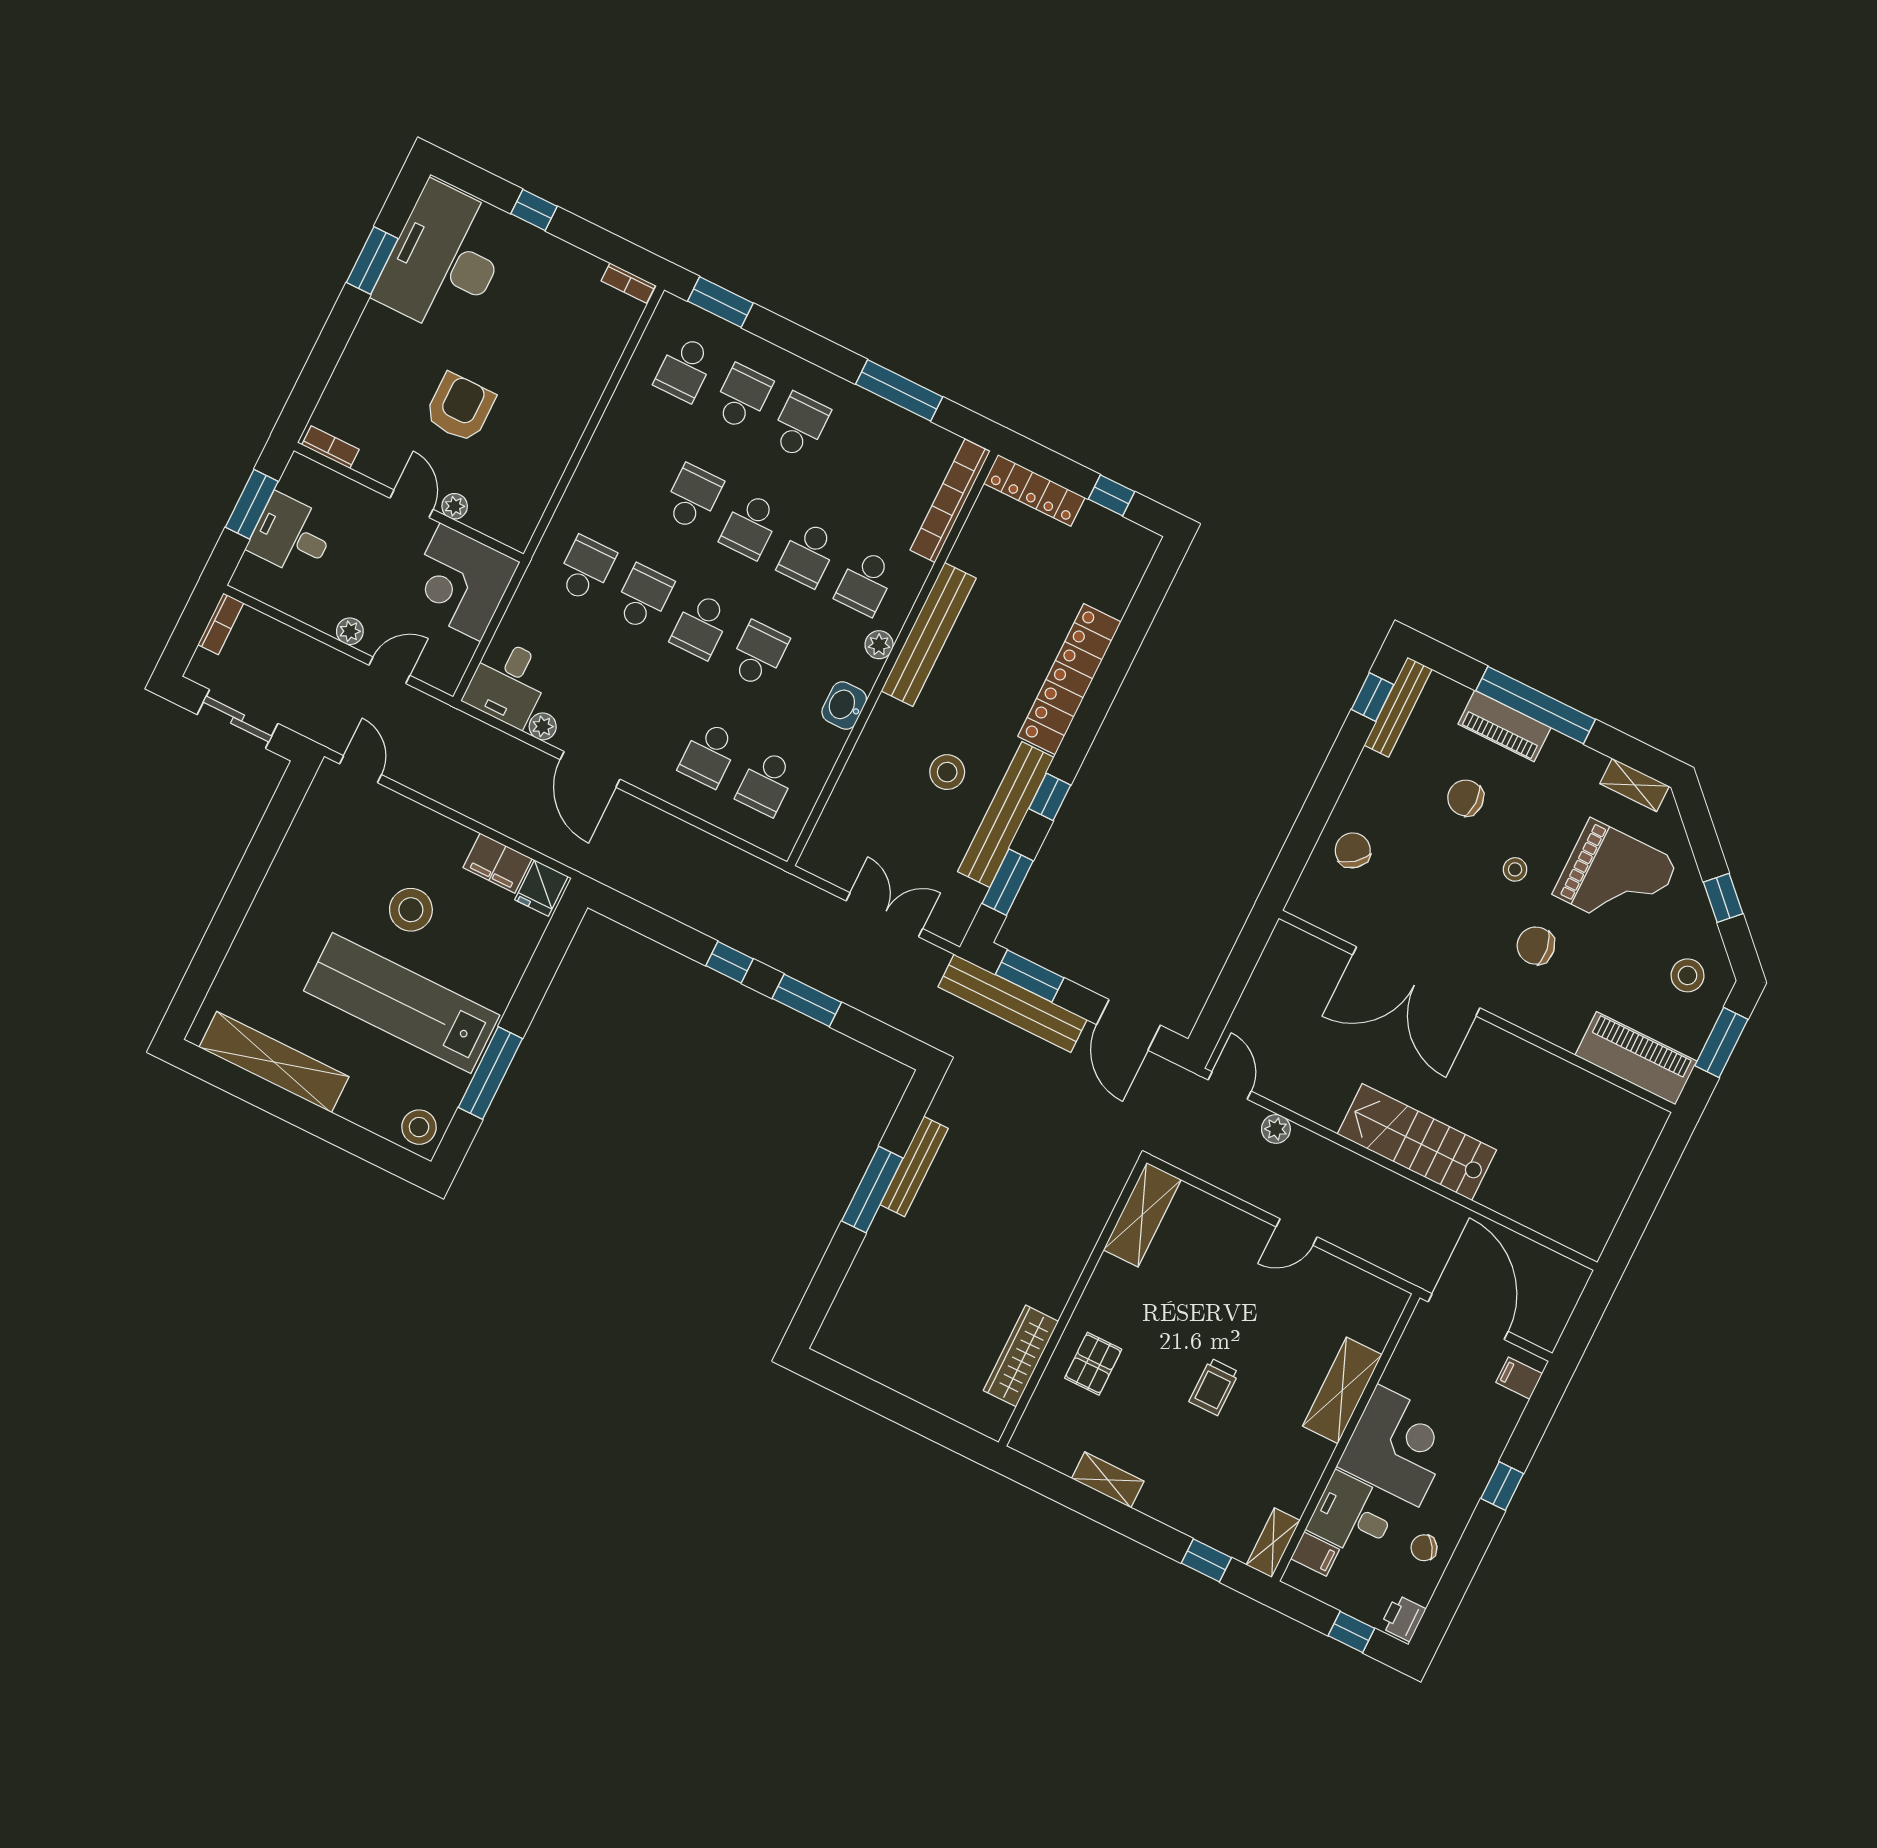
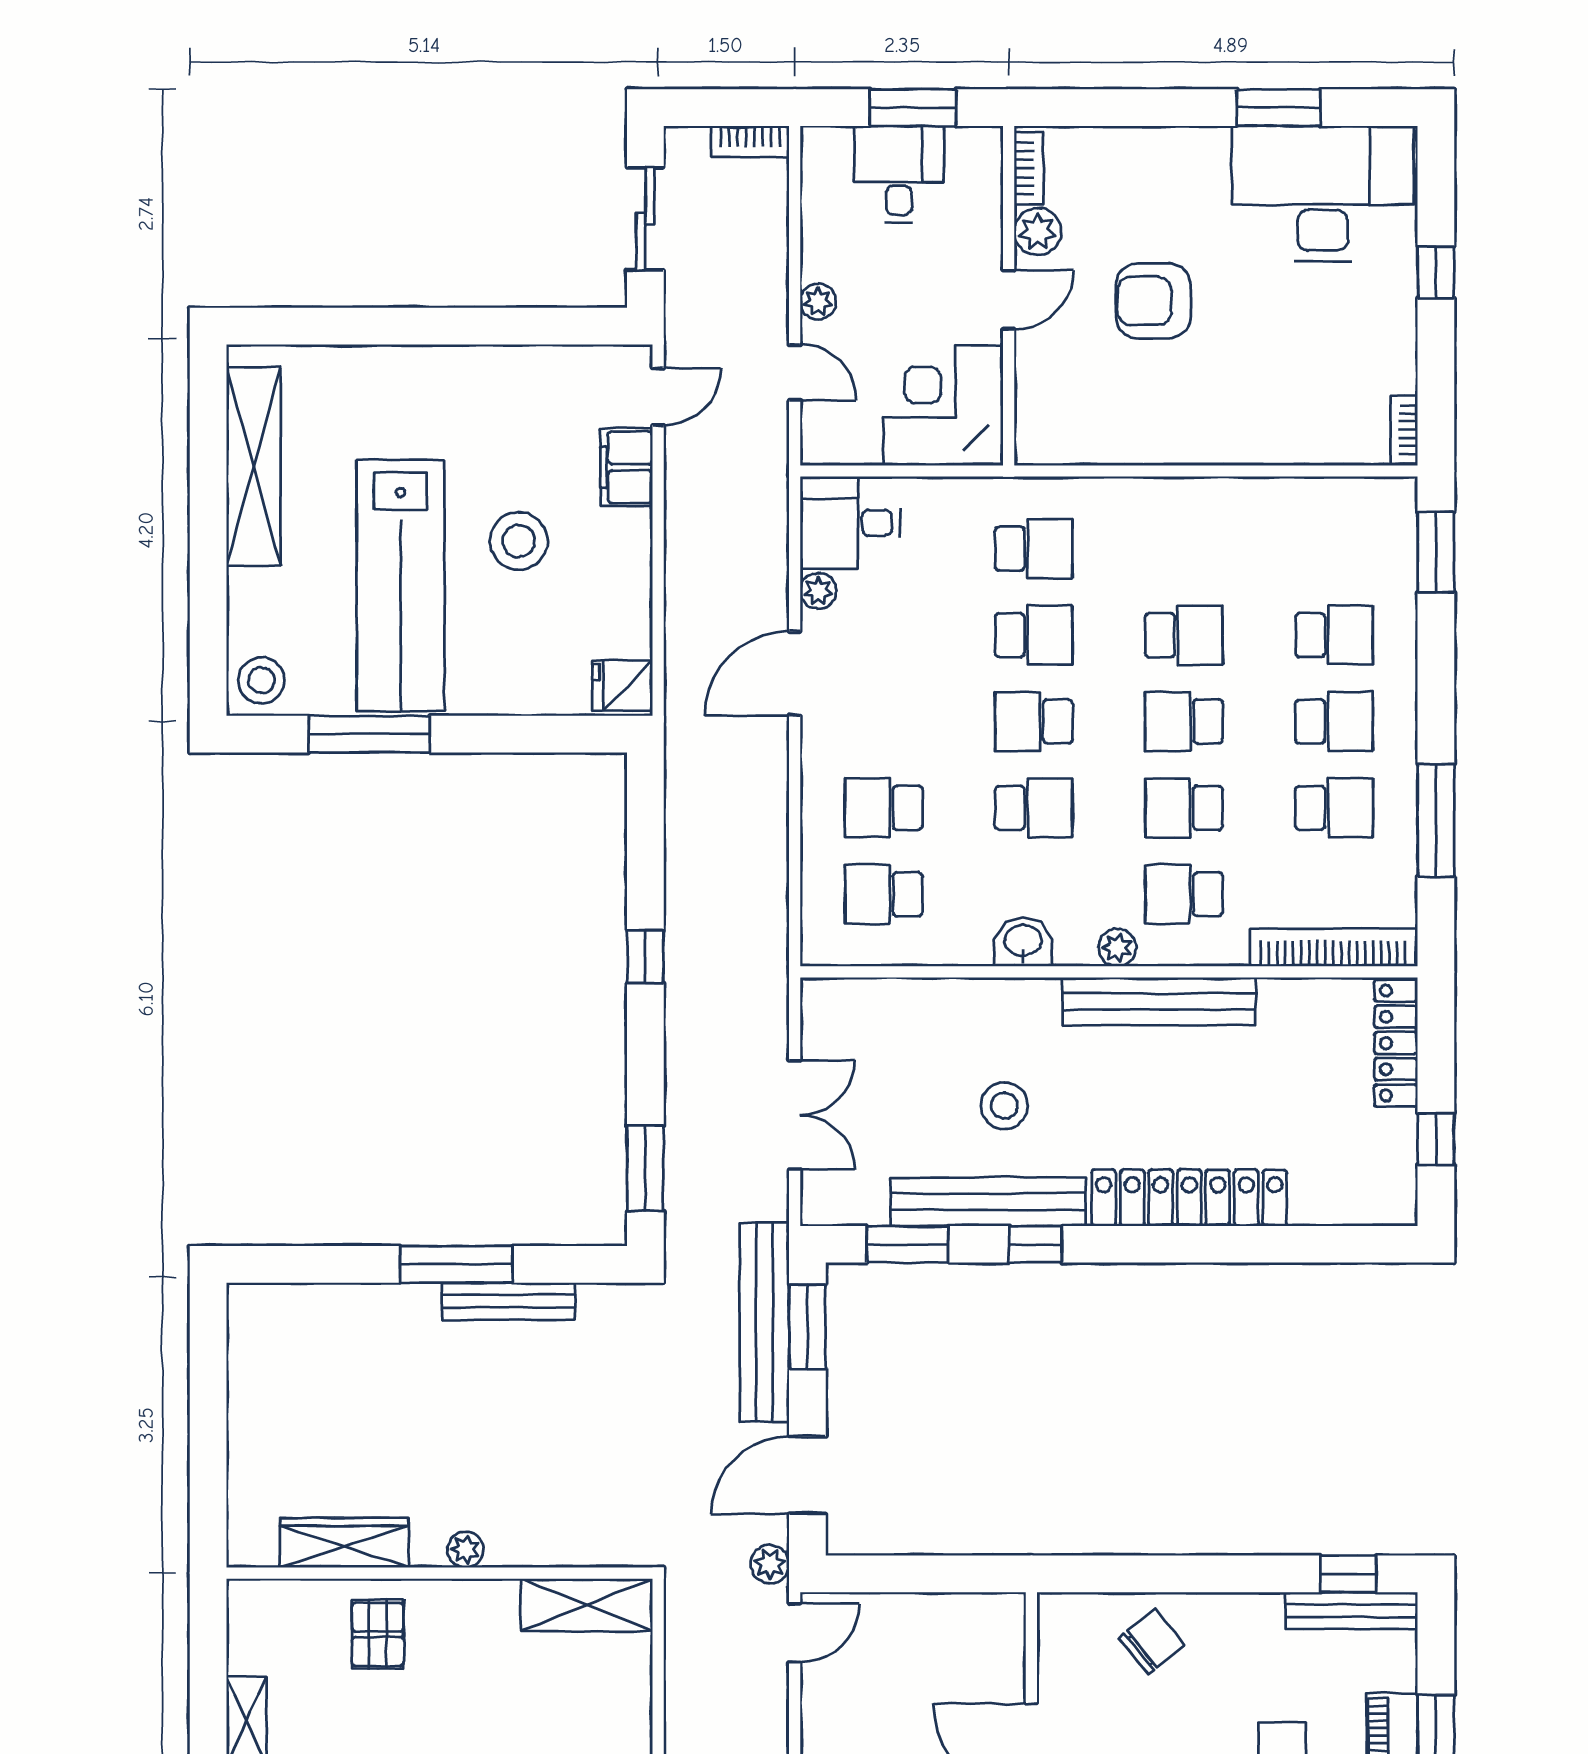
school desk: (685, 369) -> (1334, 808), moved, turned 180
armchair: (460, 408) -> (1153, 301), turned 180
plant: (455, 506) -> (1038, 232), moved, width x1.38, depth x1.38
filing cabinet: (497, 863) -> (627, 467), moved
window: (807, 1000) -> (645, 1168), moved
lab bench: (402, 1003) -> (401, 586), turned 180
plant: (1276, 1129) -> (770, 1564), moved
plant: (1065, 1277) -> (465, 1550), added
pallet: (1093, 1364) -> (378, 1634), turned 90

